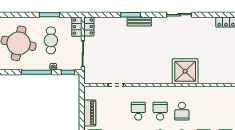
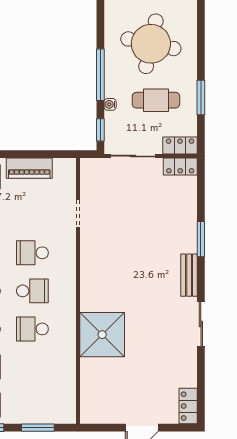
bench: (139, 21) -> (189, 275), moved
school desk: (138, 111) -> (32, 253), turned 180

